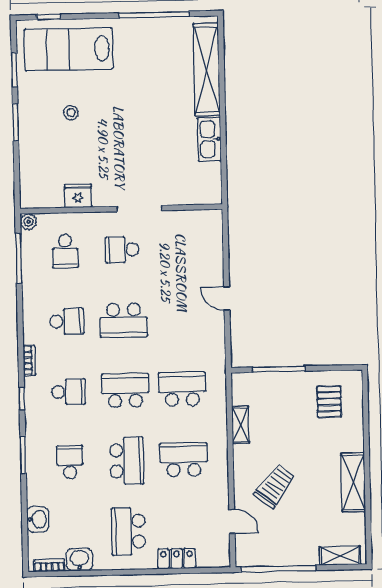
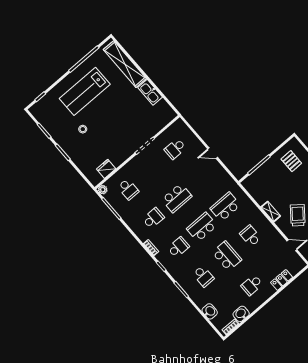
lab bench: (68, 49) -> (85, 91), moved
fridge: (78, 196) -> (106, 169), moved
school desk: (122, 250) -> (175, 149), moved
shelving: (240, 425) -> (271, 212), moved
school desk: (184, 460) -> (250, 236), width x0.54
school desk: (70, 462) -> (203, 276), turned 180
school desk: (128, 531) -> (252, 285), width x0.54

